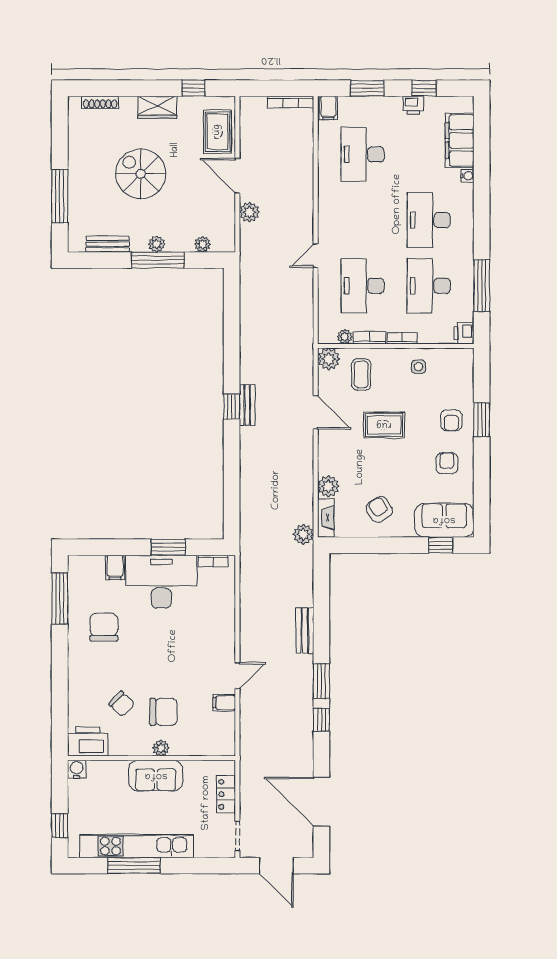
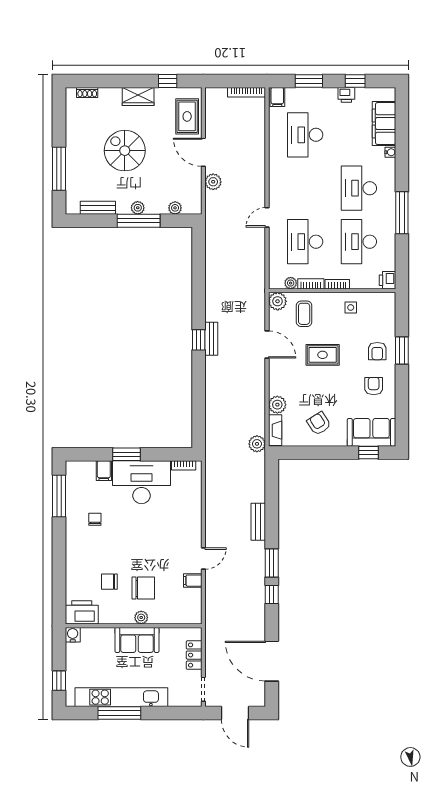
shoe rack: (100, 102) -> (87, 92), width x0.70
window: (482, 286) -> (402, 213), moved
window: (168, 547) -> (127, 454), moved
chair: (104, 627) -> (95, 519), width x0.54, depth x0.54
chair: (122, 704) -> (109, 582), turned 137

